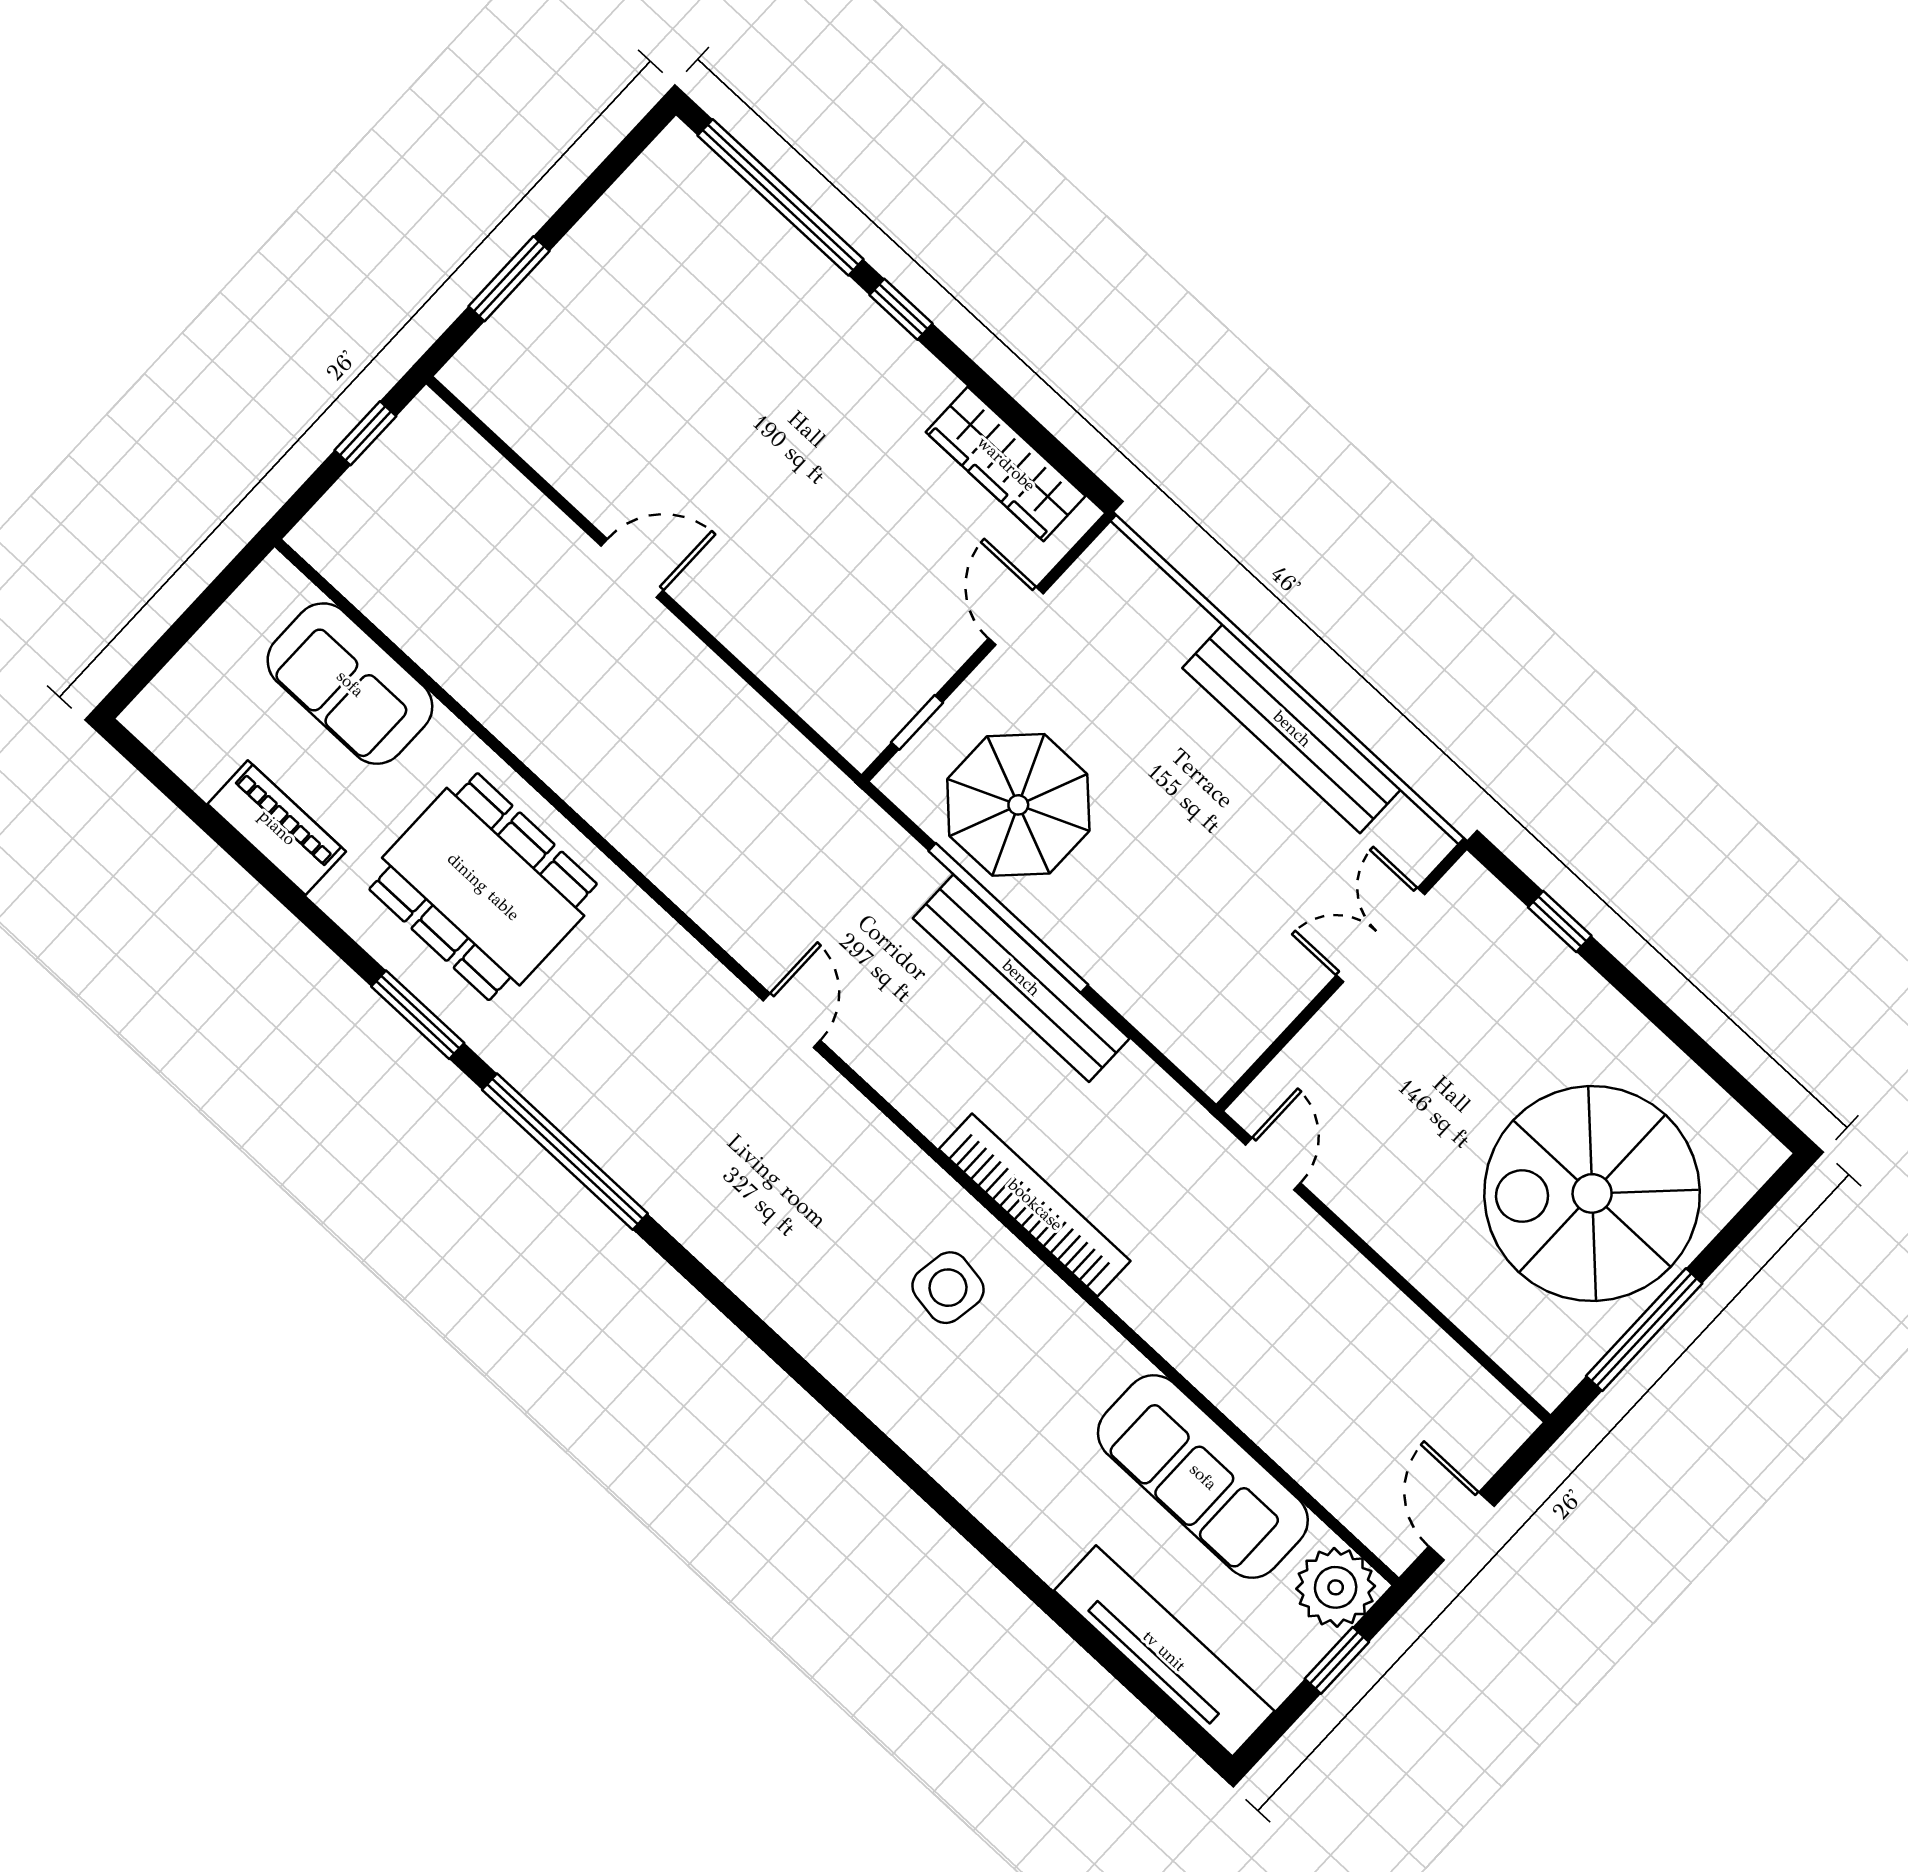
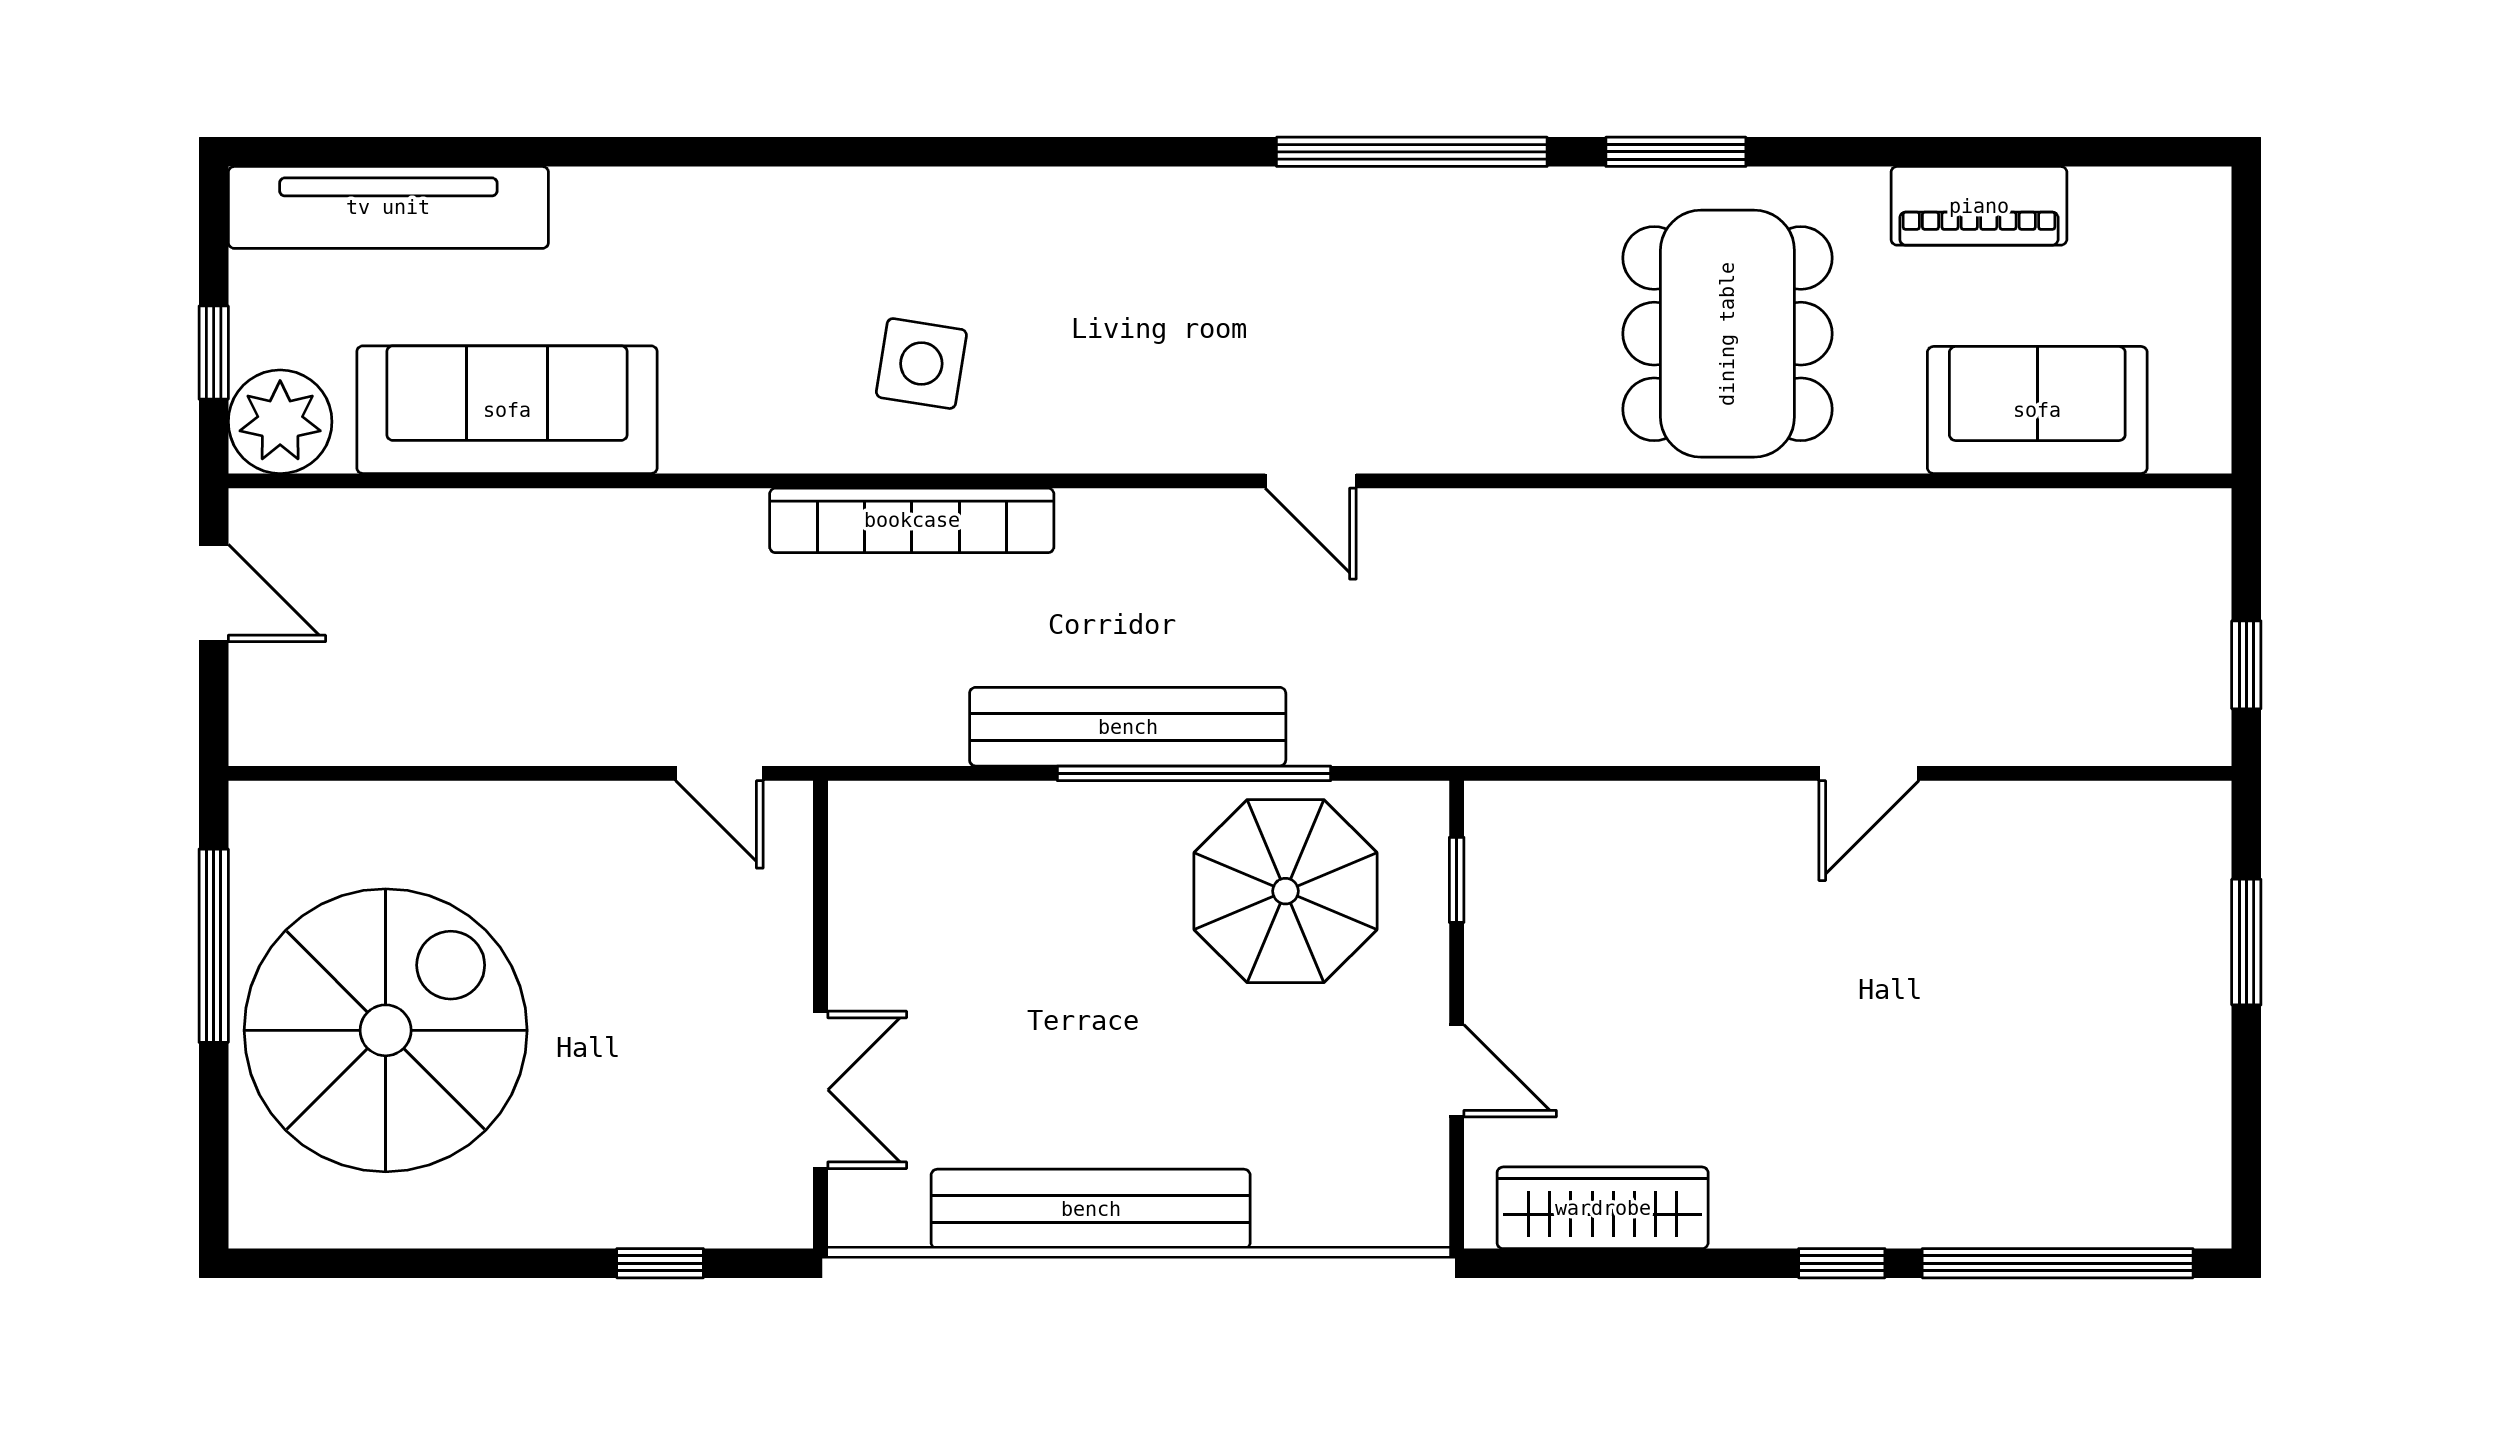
dining table: (483, 887) -> (1727, 334), turned 90

